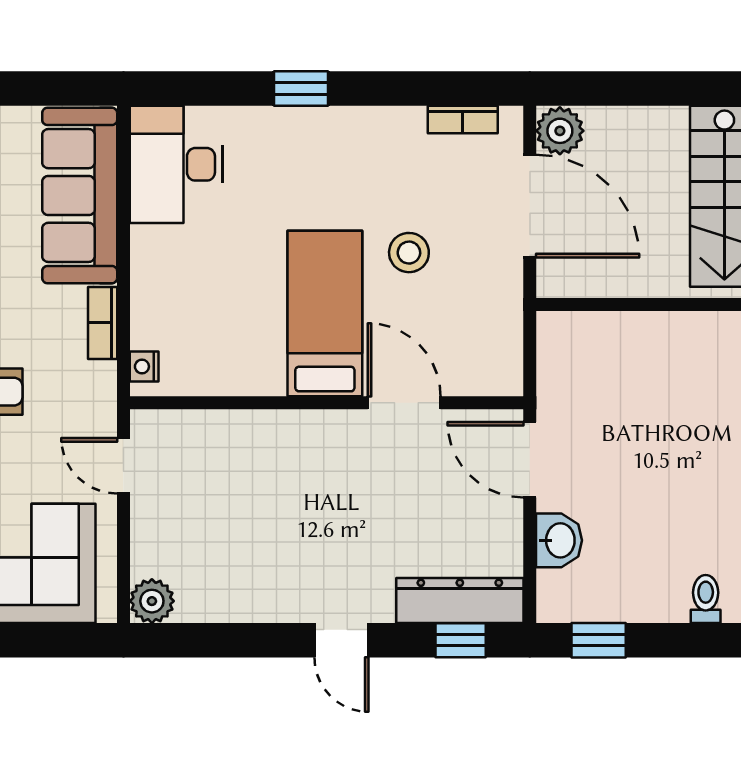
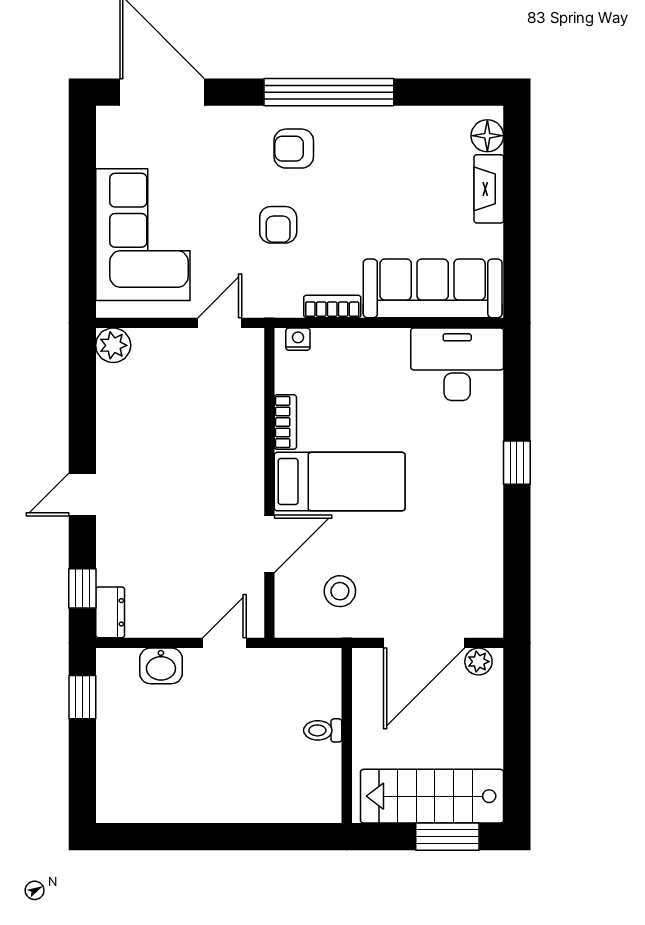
bookcase: (463, 120) -> (285, 422), moved, turned 180
plant: (560, 131) -> (478, 662), width x0.73, depth x0.73
stool: (409, 253) -> (340, 591), moved
door: (530, 460) -> (224, 643), width x0.73
toilet: (706, 599) -> (323, 730), moved, turned 180
dresser: (460, 600) -> (110, 612), width x0.51, depth x0.80

